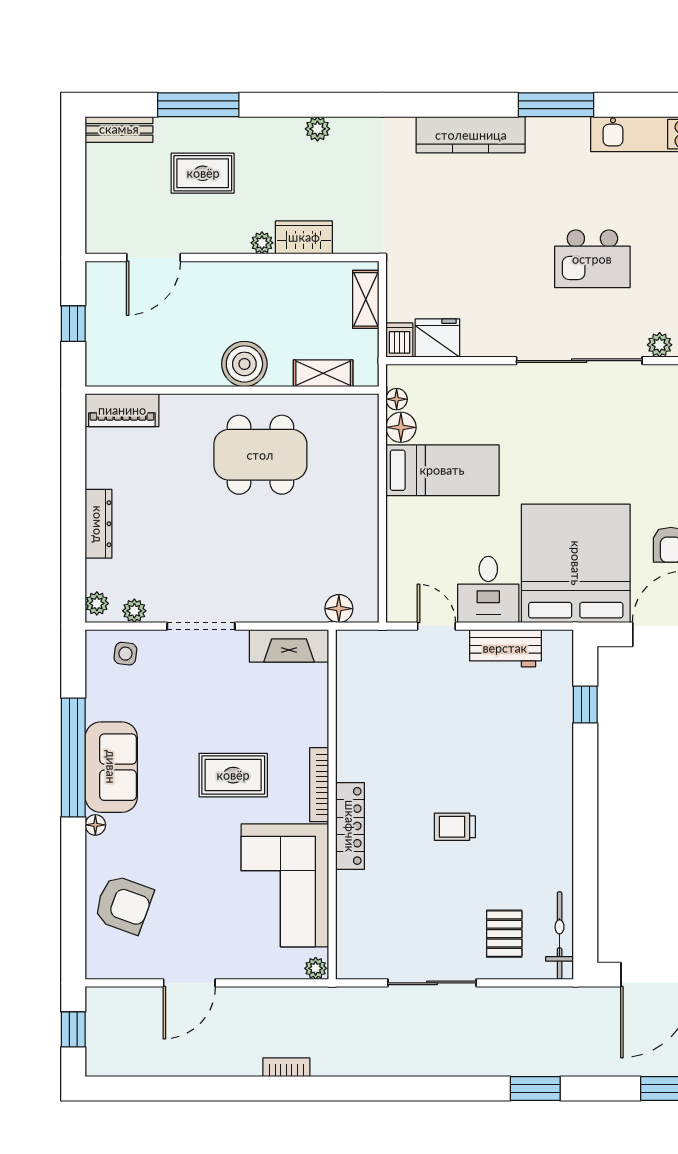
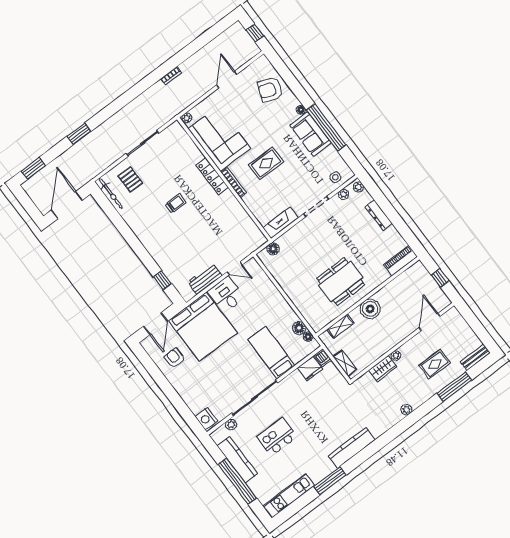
bed: (442, 470) -> (271, 353), moved, turned 90

